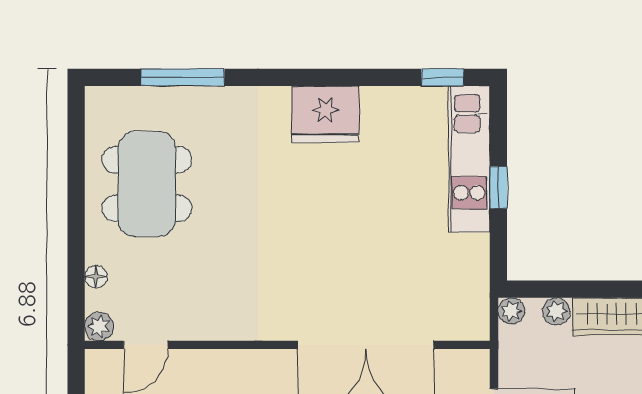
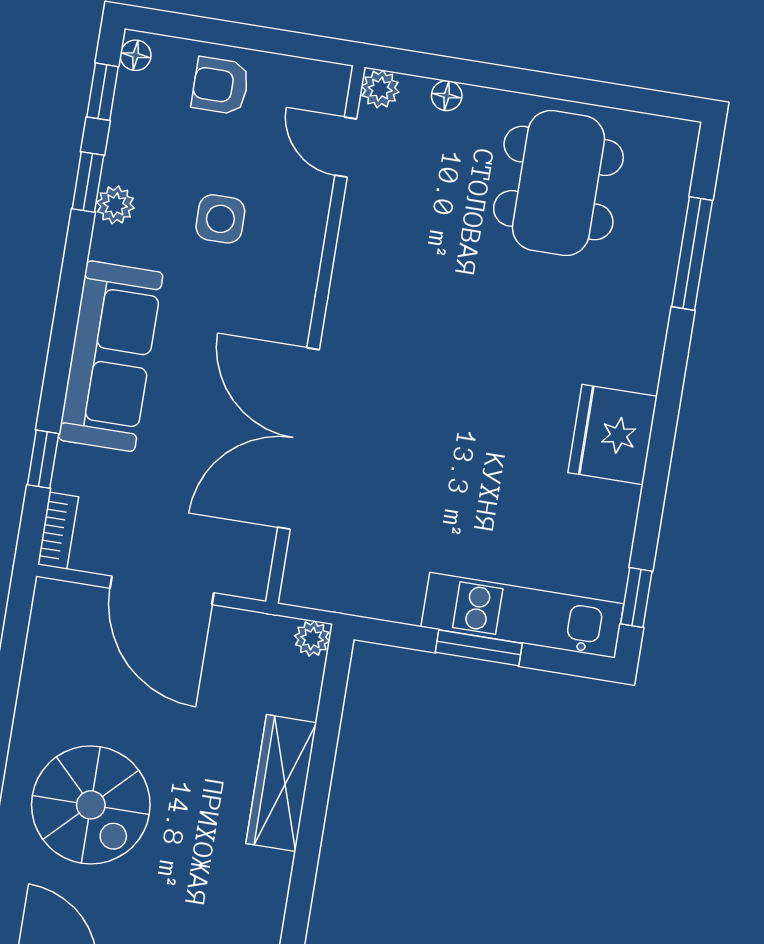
dining table: (147, 184) -> (558, 183), turned 90
window: (498, 187) -> (479, 648), width x1.50
plant: (556, 311) -> (302, 698), removed

